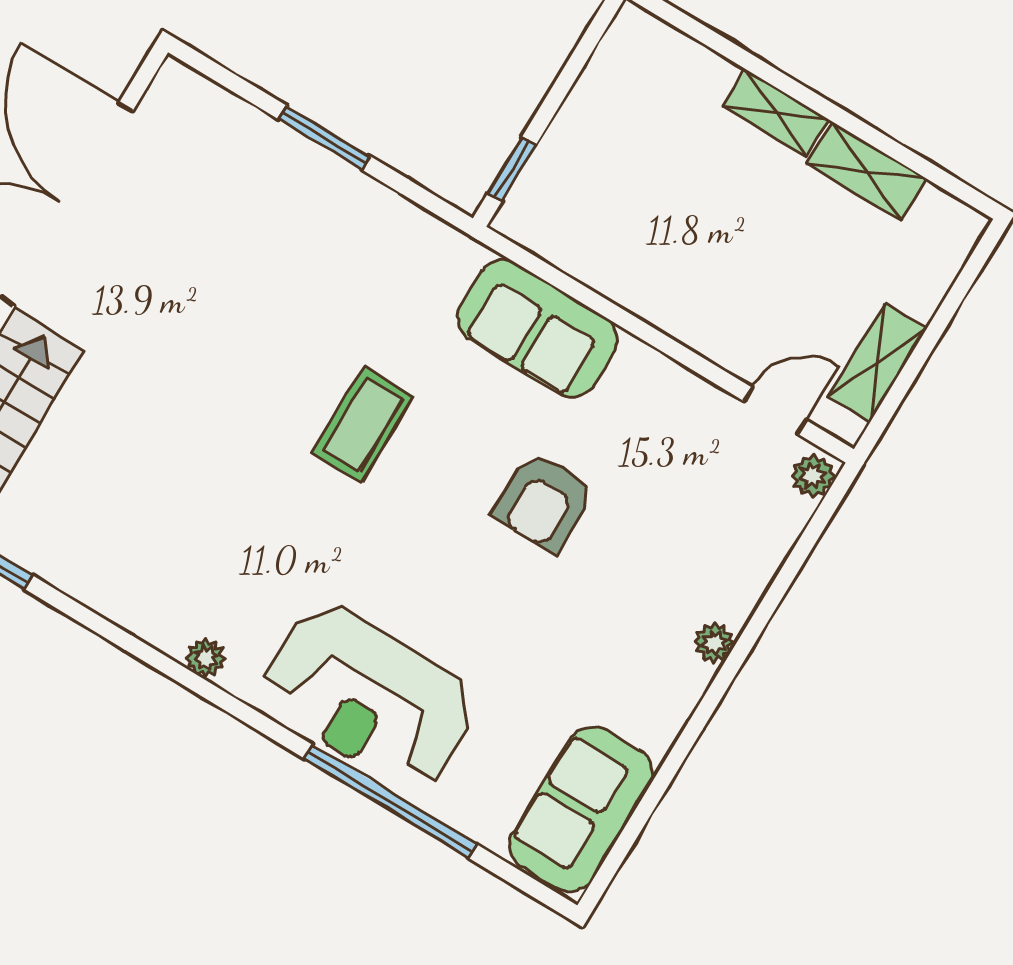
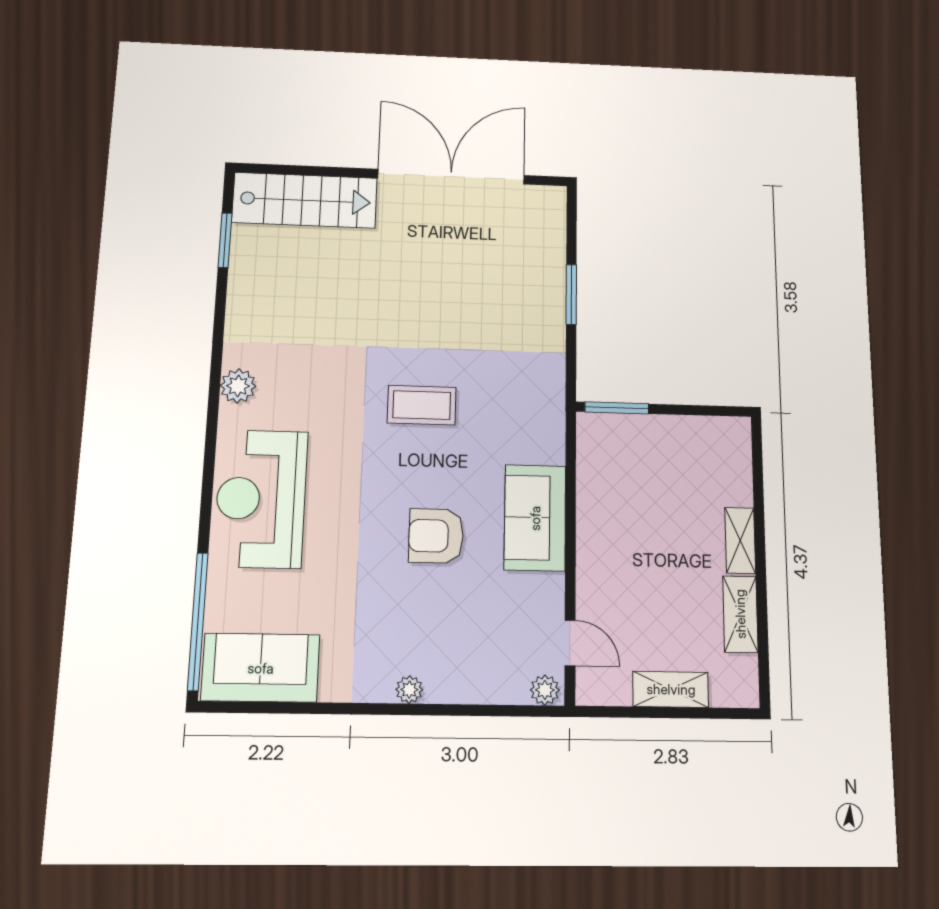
window: (512, 169) -> (617, 408), width x1.50
sofa: (537, 328) -> (535, 518), moved
shelving: (877, 363) -> (671, 689), moved
plant: (206, 658) -> (238, 386), width x1.38, depth x1.38
window: (390, 801) -> (198, 621), moved

